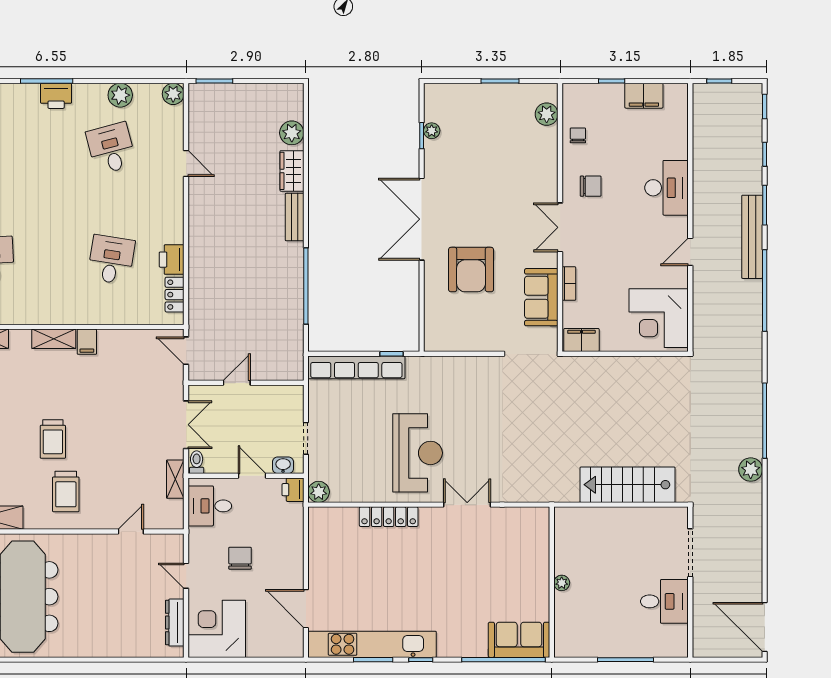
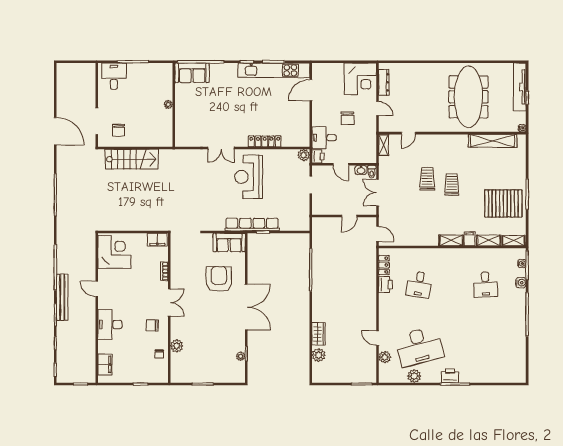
plant: (173, 94) -> (385, 357), moved
filing cabinet: (644, 96) -> (105, 364), moved, turned 90
plant: (547, 114) -> (177, 346), moved
desk: (111, 148) -> (419, 347), width x1.87, depth x1.30
bench: (295, 217) -> (317, 308), removed
door: (690, 252) -> (97, 289), swing flipped
sofa: (541, 297) -> (229, 243), moved, turned 90
filing cabinet: (87, 342) -> (470, 239), moved
row of seats: (356, 367) -> (252, 225), moved
washbasin: (283, 465) -> (361, 170), moved
plant: (751, 470) -> (63, 168), removed
shelving: (175, 479) -> (384, 145), moved
trolley: (66, 491) -> (427, 179), moved
desk: (210, 506) -> (324, 138), moved, turned 180
chair: (651, 537) -> (119, 130), added
desk: (664, 601) -> (114, 76), moved, turned 90
door: (306, 609) -> (311, 90), swing flipped
door: (765, 627) -> (55, 131), moved

